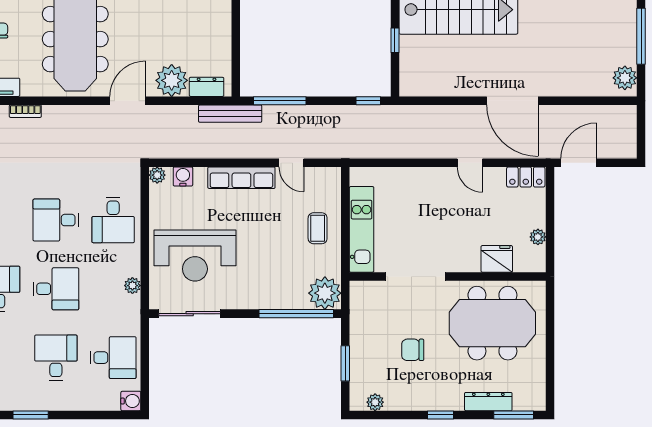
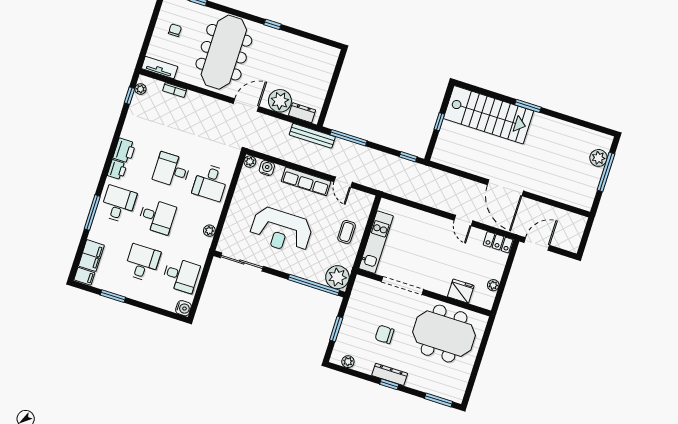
plant: (625, 78) -> (598, 158), moved
reception desk: (195, 255) -> (281, 230), moved
dresser: (488, 402) -> (390, 374), moved

